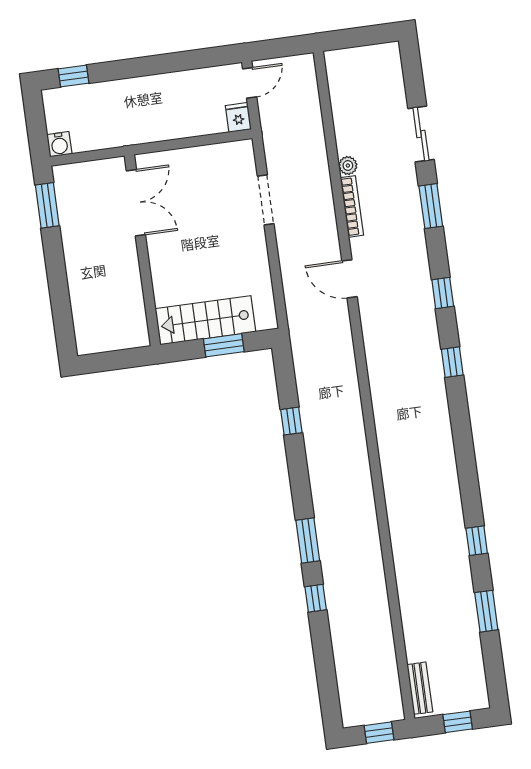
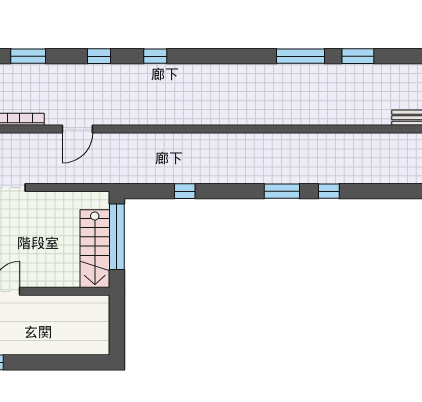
window: (224, 345) -> (117, 237), width x2.11
window: (477, 541) -> (301, 56), width x2.17

